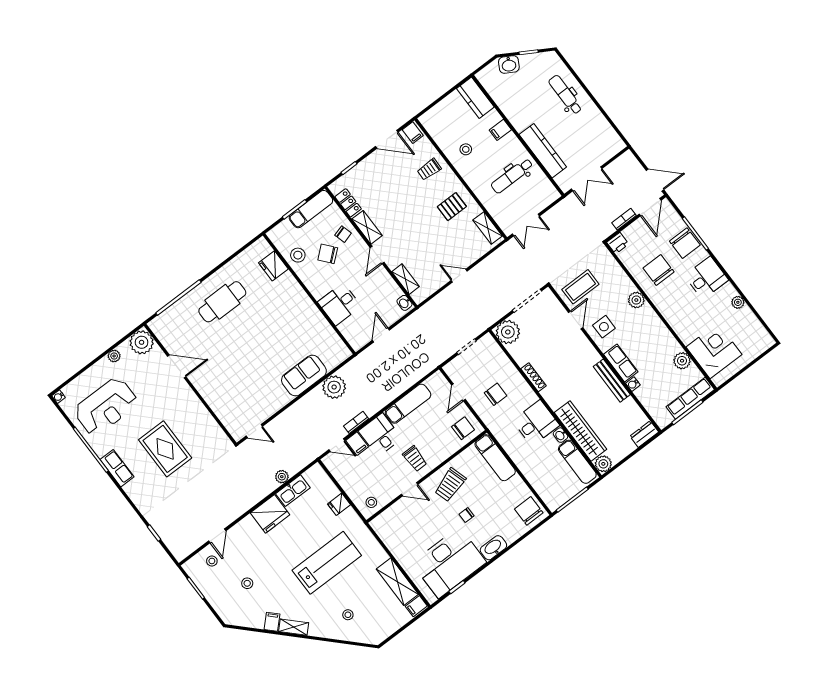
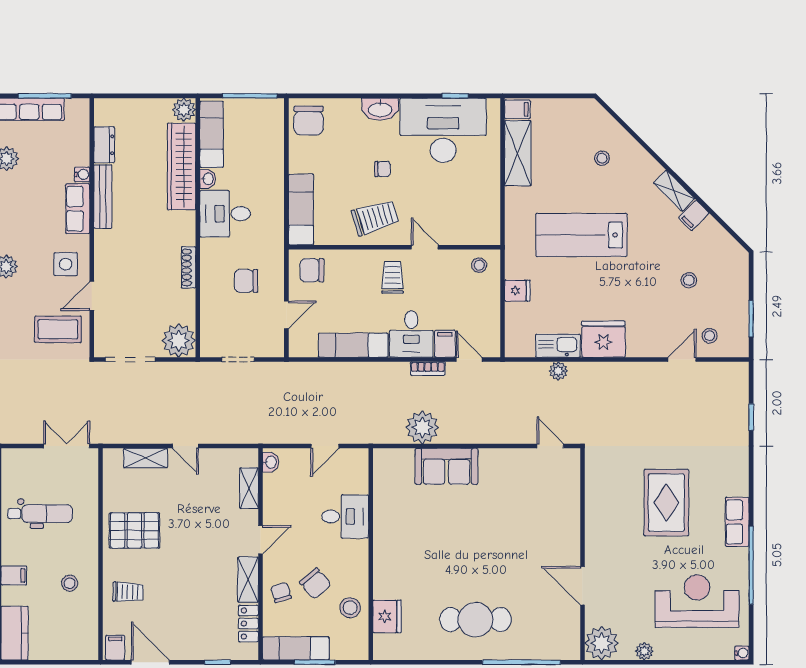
pallet: (452, 207) -> (134, 530), width x1.50, depth x1.42
shelving: (488, 228) -> (146, 458), moved, turned 90
dresser: (644, 434) -> (104, 145), moved, turned -90

